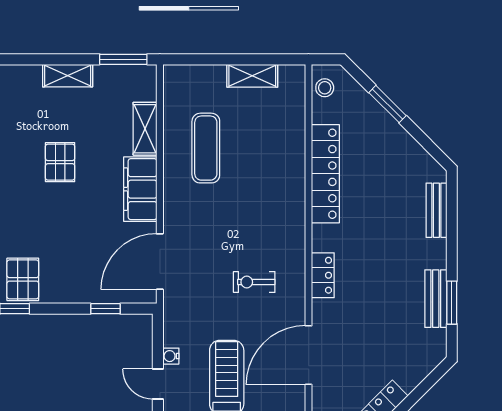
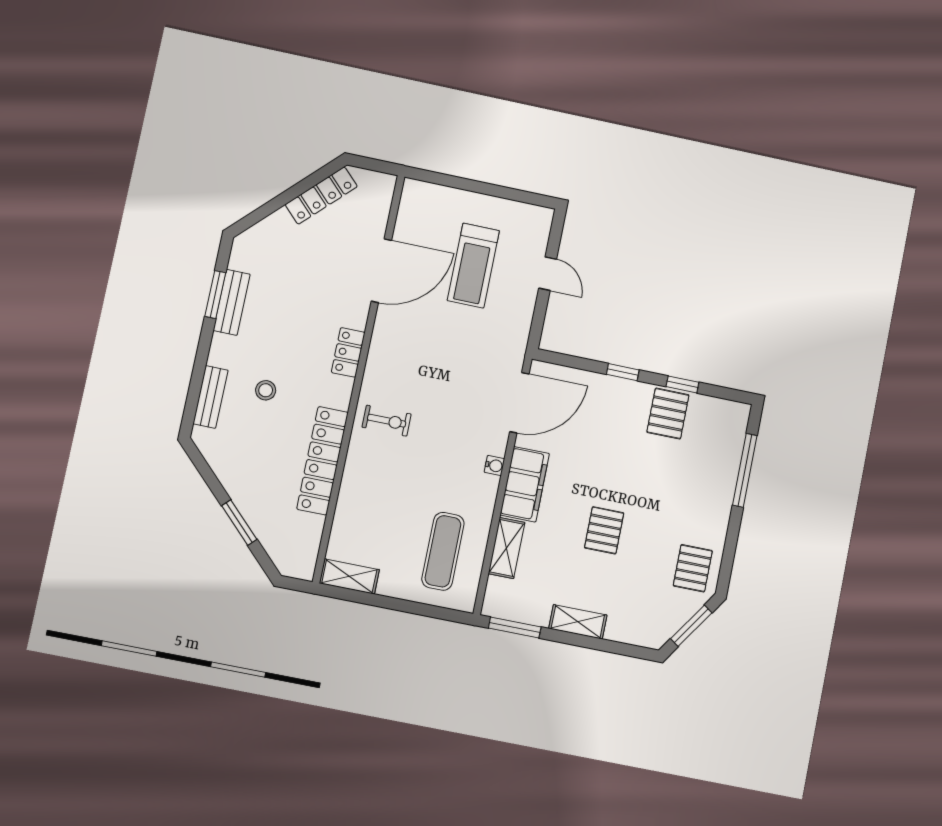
shelving: (252, 76) -> (349, 576), moved
stool: (325, 88) -> (266, 390), moved
exercise mat: (206, 148) -> (443, 551), moved
exercise bike: (254, 282) -> (387, 421), moved
window: (105, 309) -> (623, 372), moved
water cooler: (171, 356) -> (494, 466), moved

